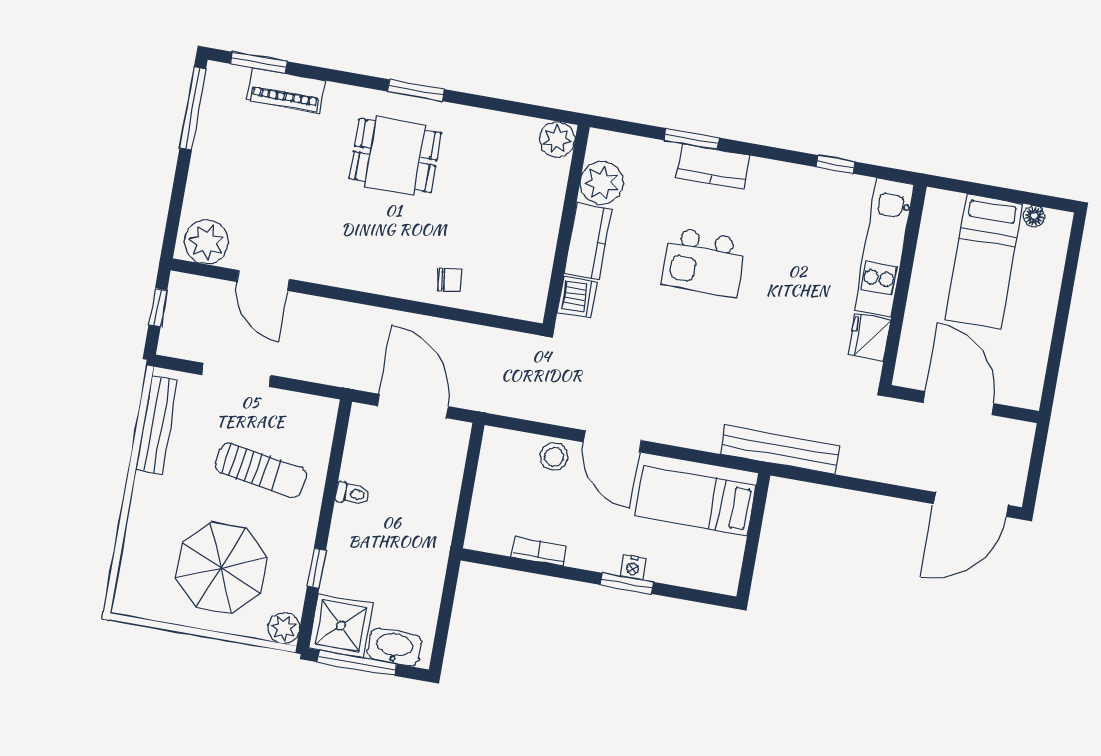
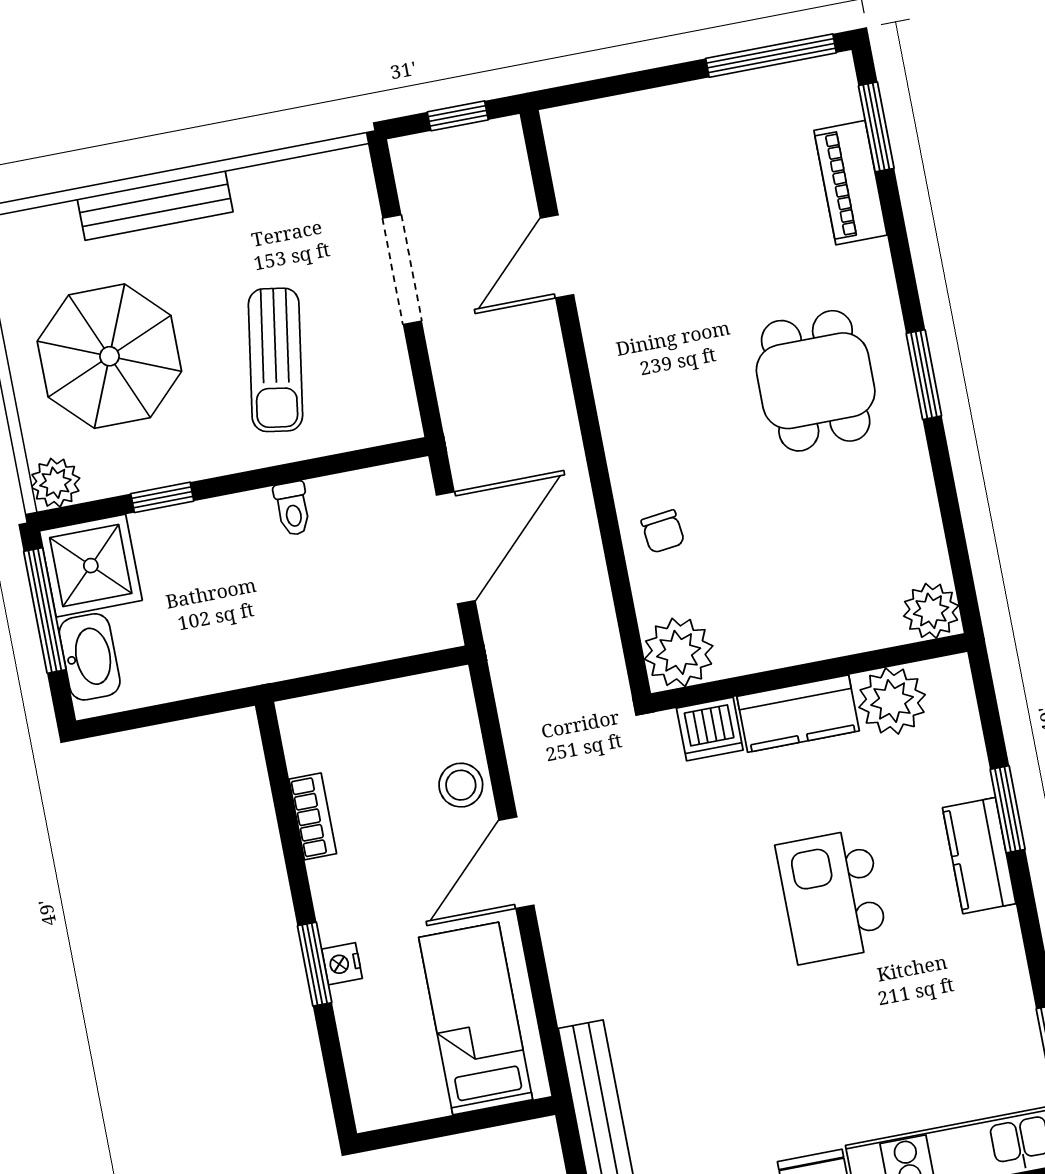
plant: (206, 242) -> (679, 652), moved
bench: (157, 425) -> (155, 205), moved

